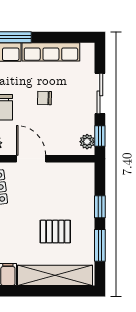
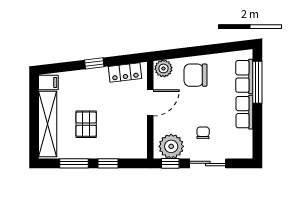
row of seats: (51, 52) -> (244, 112), width x0.68
chair: (44, 98) -> (203, 133), moved
plant: (87, 142) -> (171, 146), width x1.87, depth x1.87

